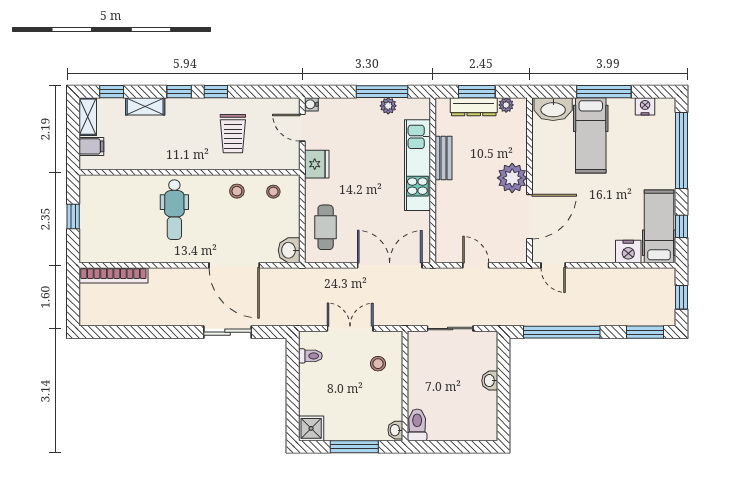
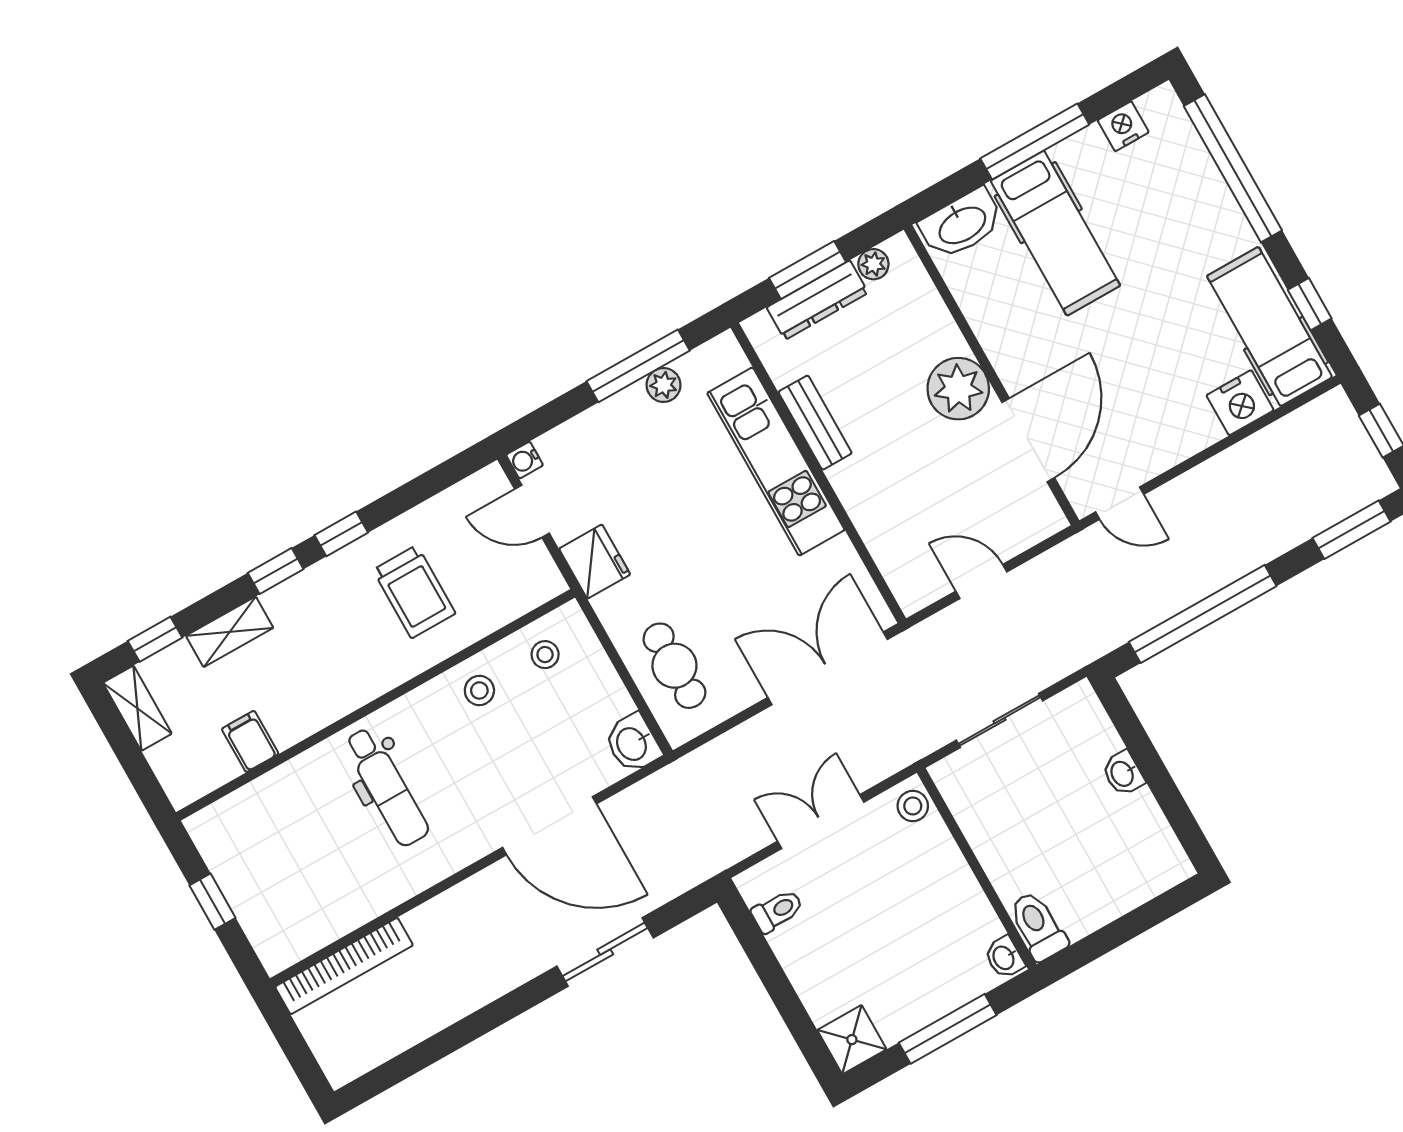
filing cabinet: (91, 146) -> (250, 741), moved, turned -90
stool: (378, 364) -> (913, 806), moved

